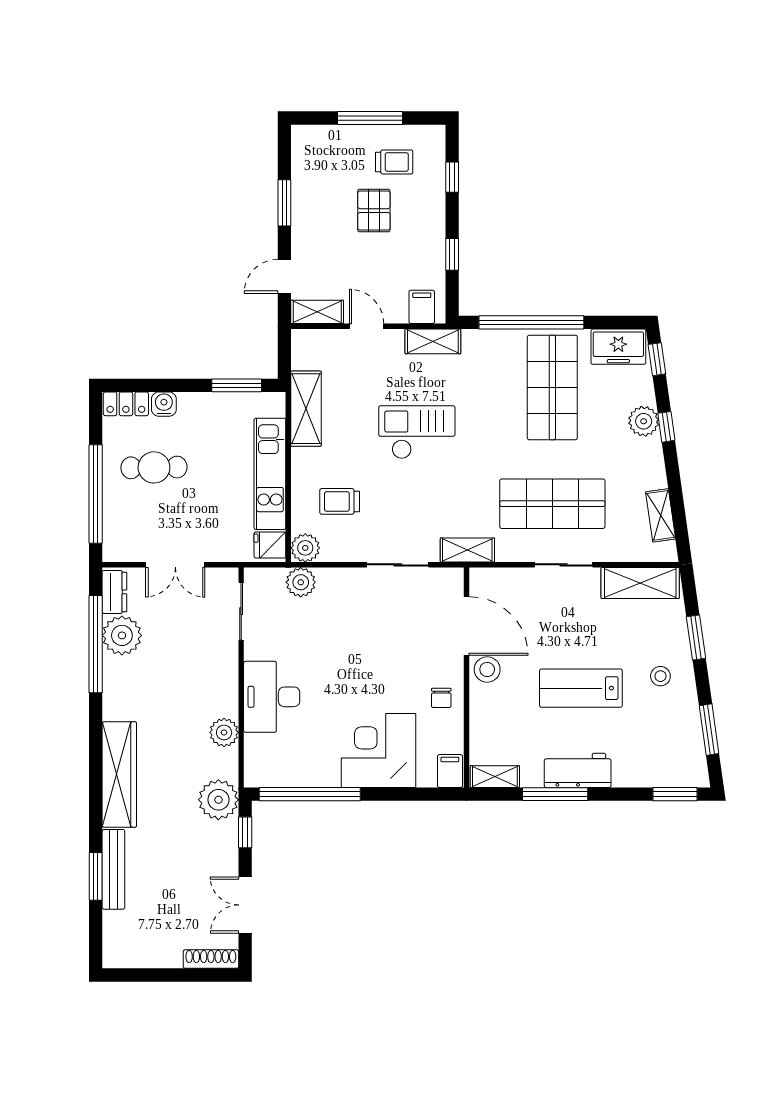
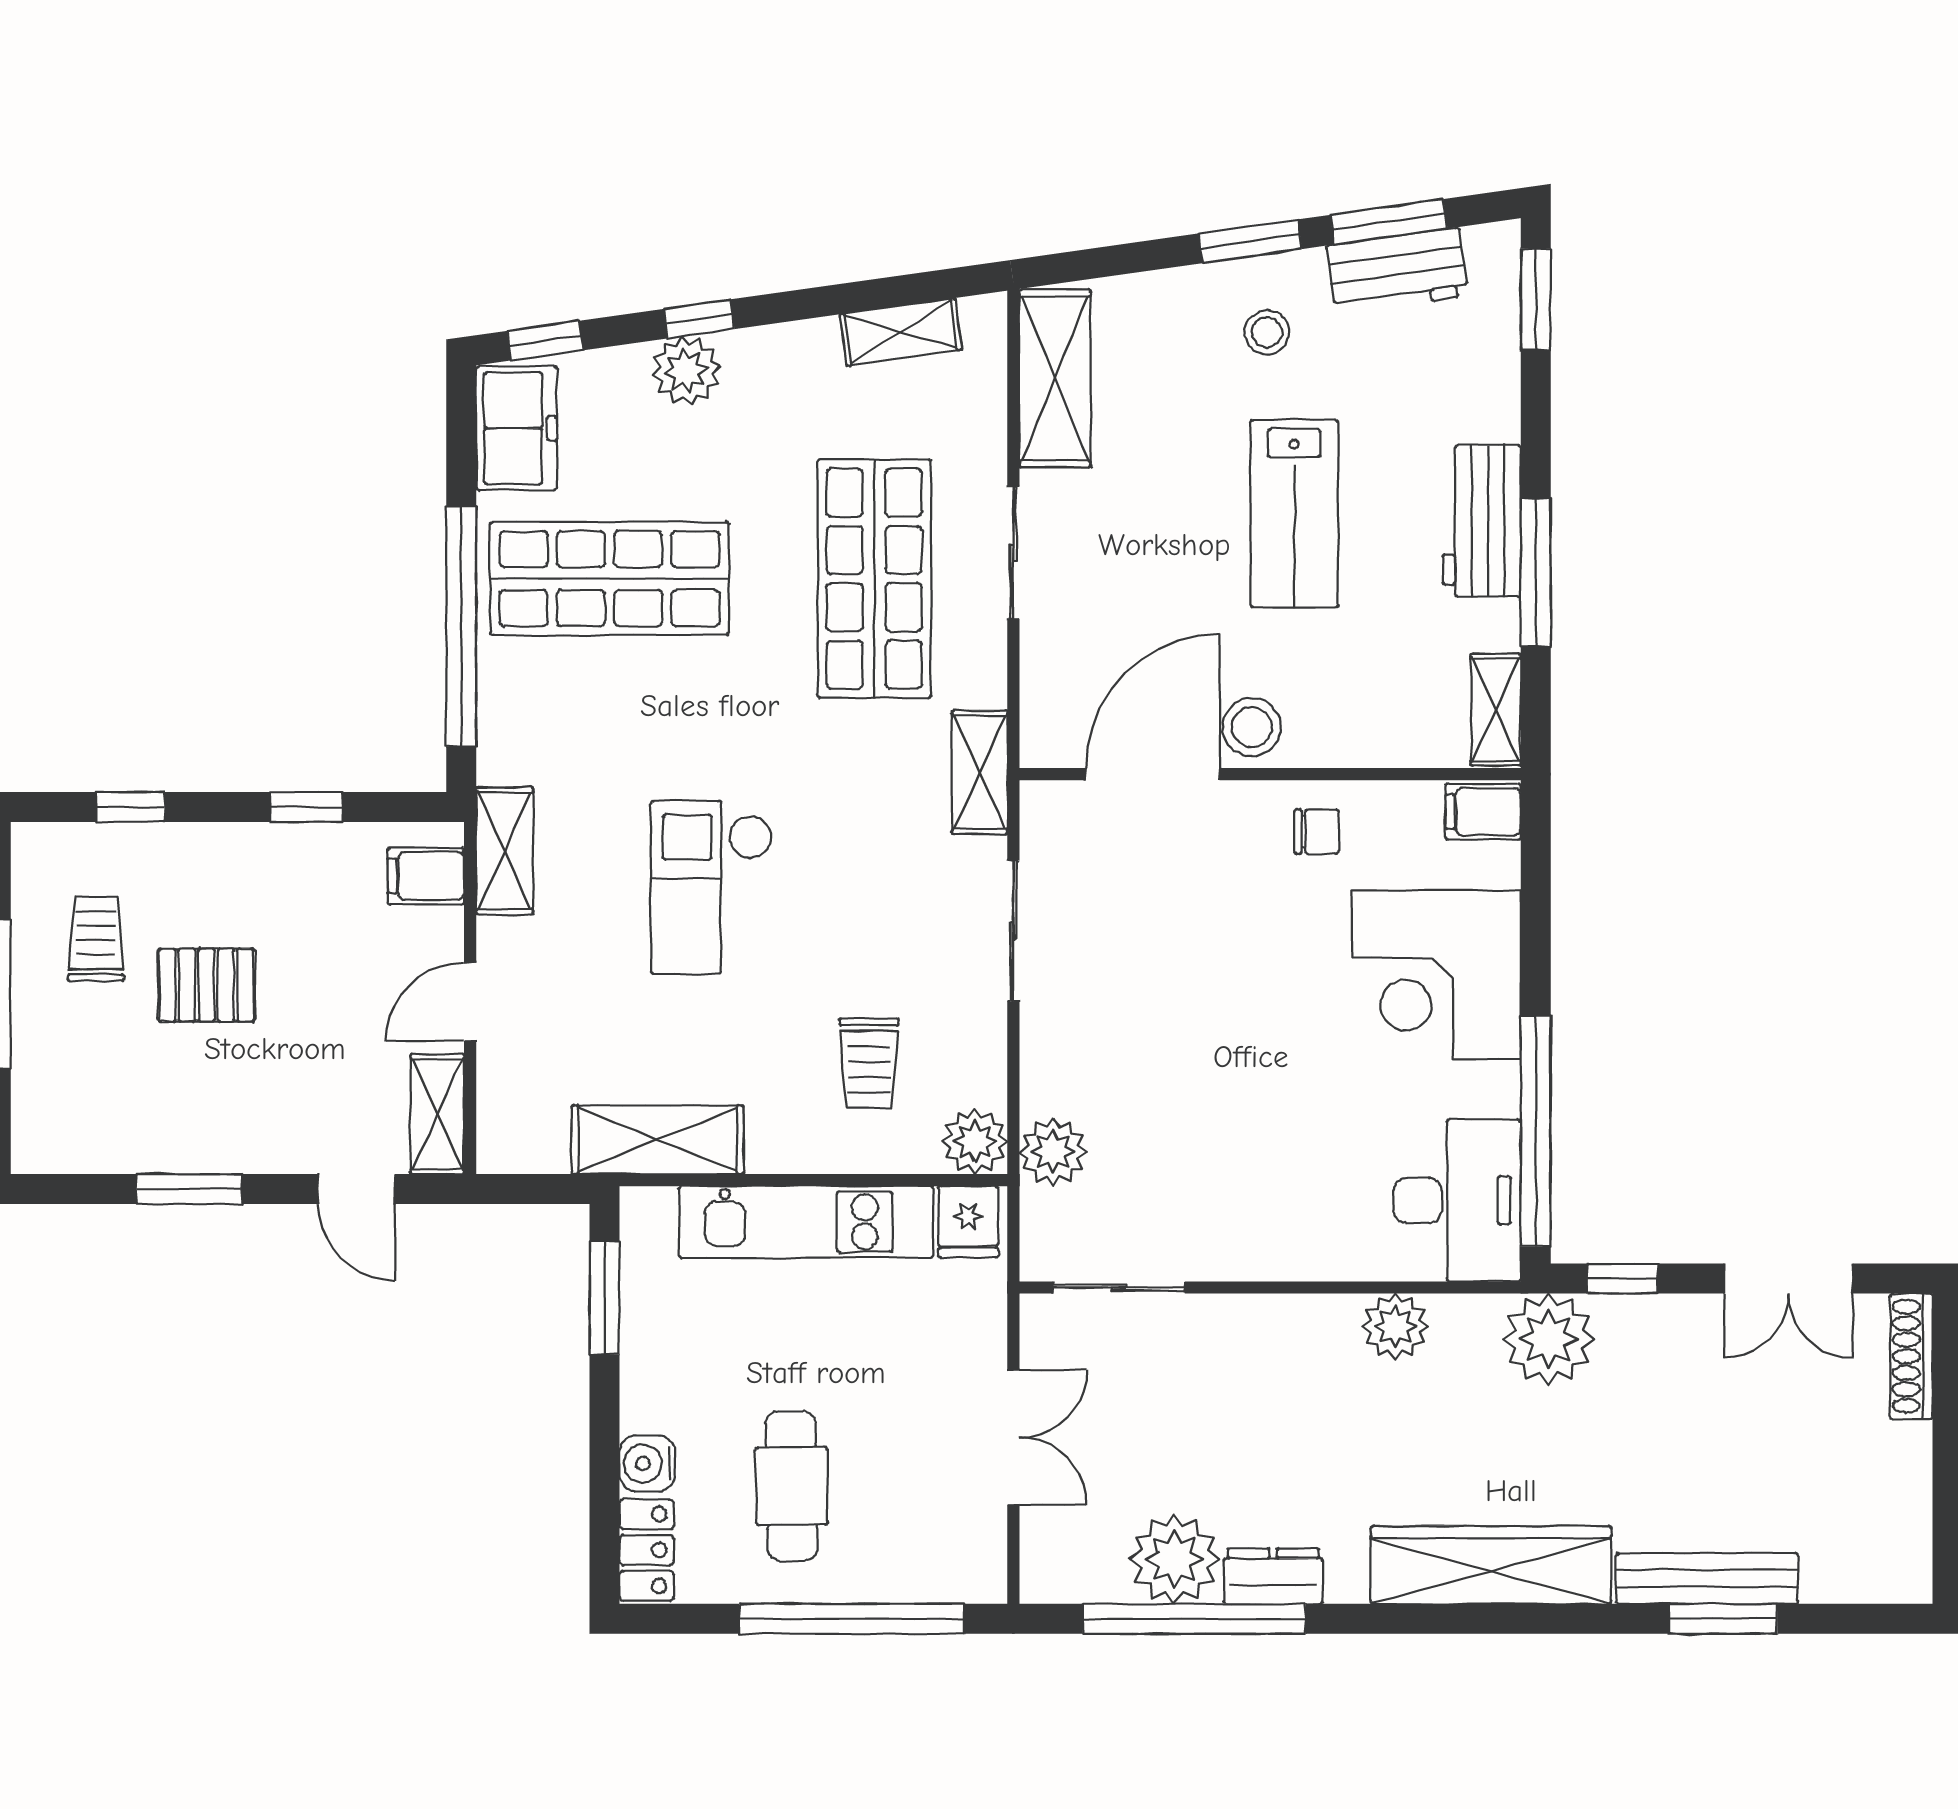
dresser: (114, 592) -> (1273, 1576), moved
window: (696, 638) -> (1250, 241), moved
desk: (272, 697) -> (1457, 1200), moved, turned -90
workbench: (688, 733) -> (1397, 271), added

